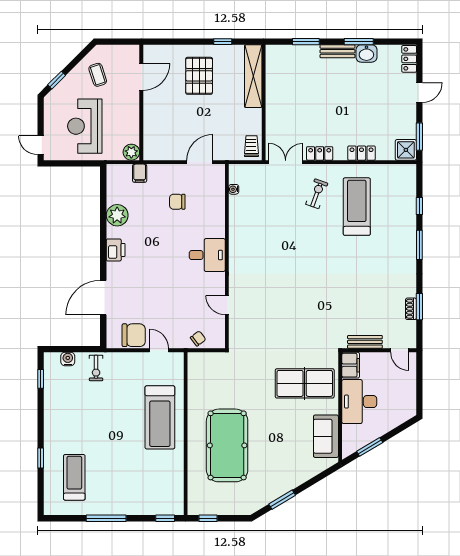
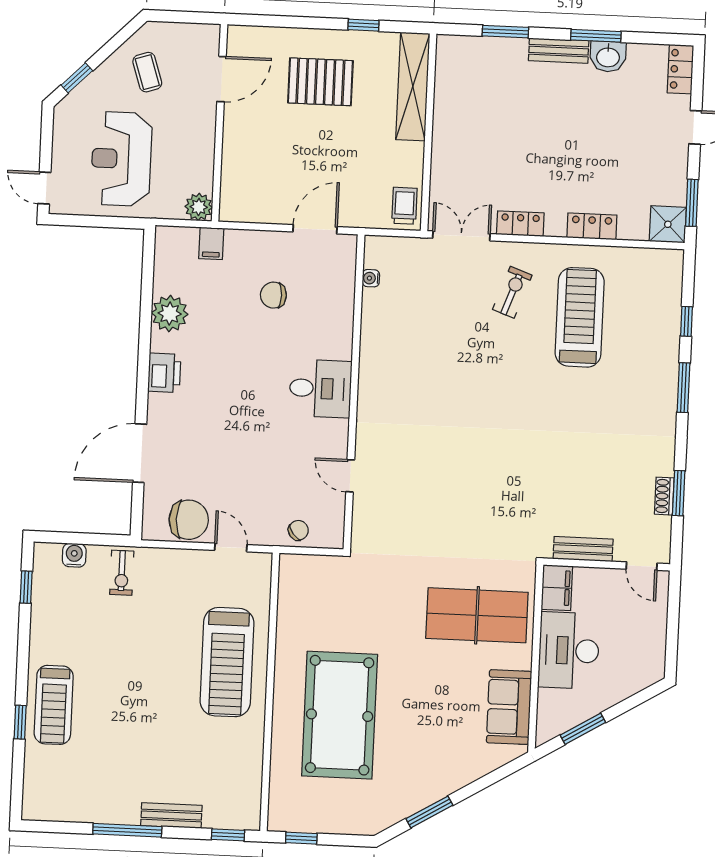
pallet: (199, 76) -> (320, 82), turned 90
treadmill: (74, 477) -> (54, 705), moved, turned 180
bench: (131, 508) -> (171, 815), added

